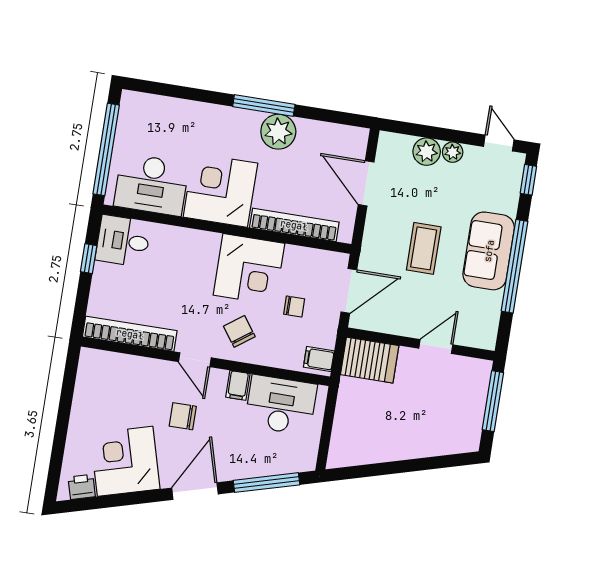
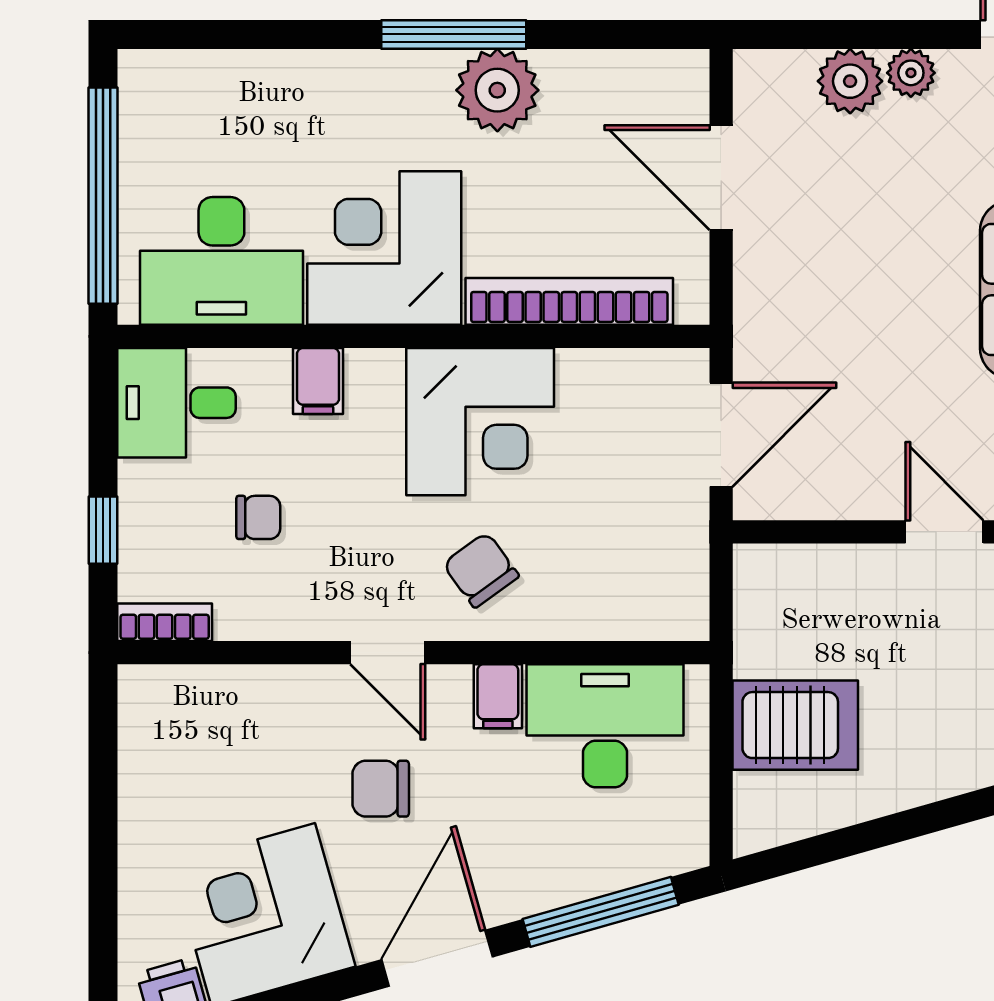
coffee table: (424, 248) -> (879, 308), removed
window: (89, 259) -> (103, 530), moved
chair: (294, 307) -> (258, 517), moved
bookcase: (130, 334) -> (165, 622), width x0.43, depth x0.76
door: (436, 347) -> (944, 532), hinge flipped
filing cabinet: (319, 359) -> (318, 381), moved, turned -90
server rack: (370, 360) -> (795, 725), moved

